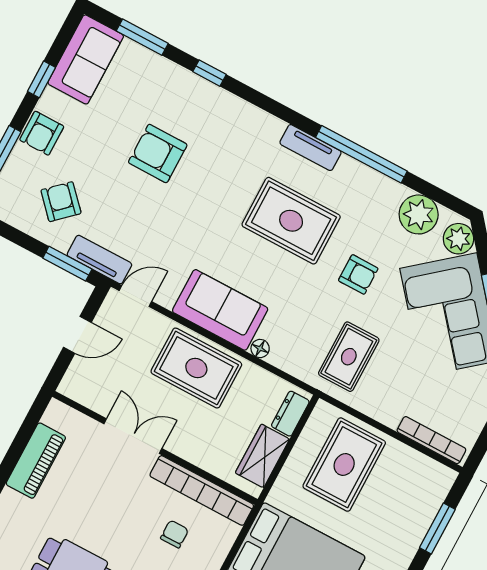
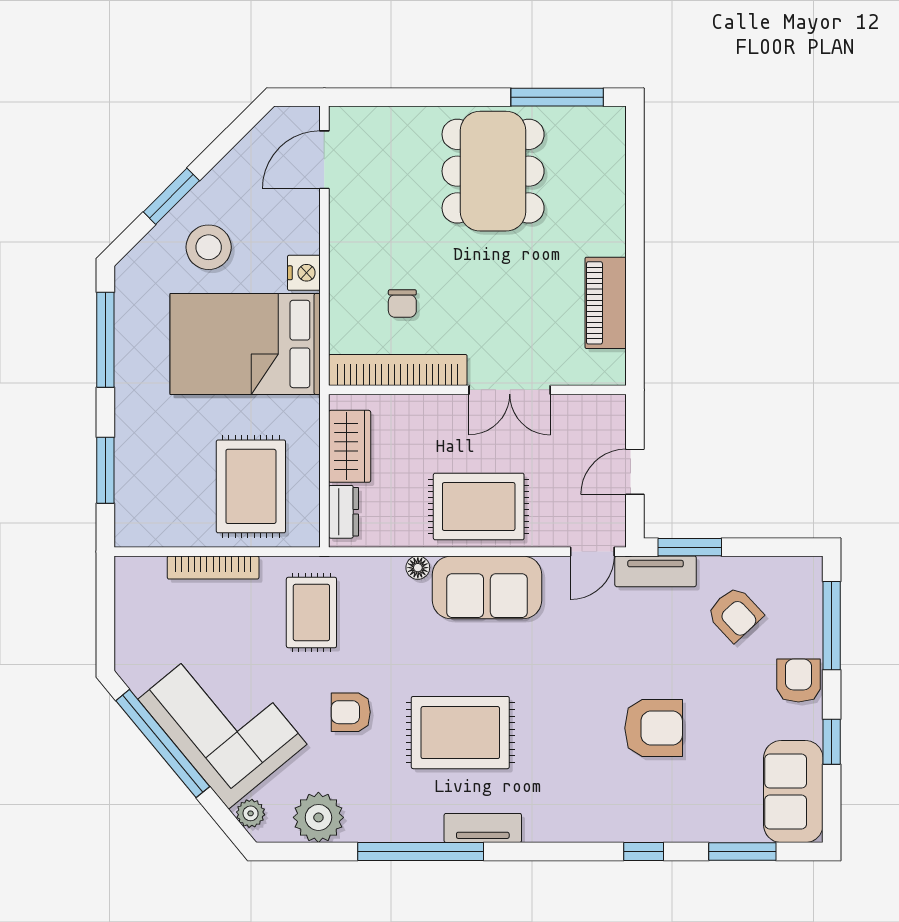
plant: (458, 239) -> (251, 813), width x0.73, depth x0.73
bookcase: (431, 440) -> (213, 568), moved

